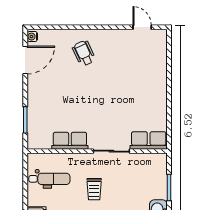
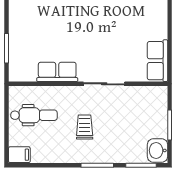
row of seats: (149, 140) -> (157, 61), moved, turned -90
trolley: (94, 189) -> (85, 127), turned 180

